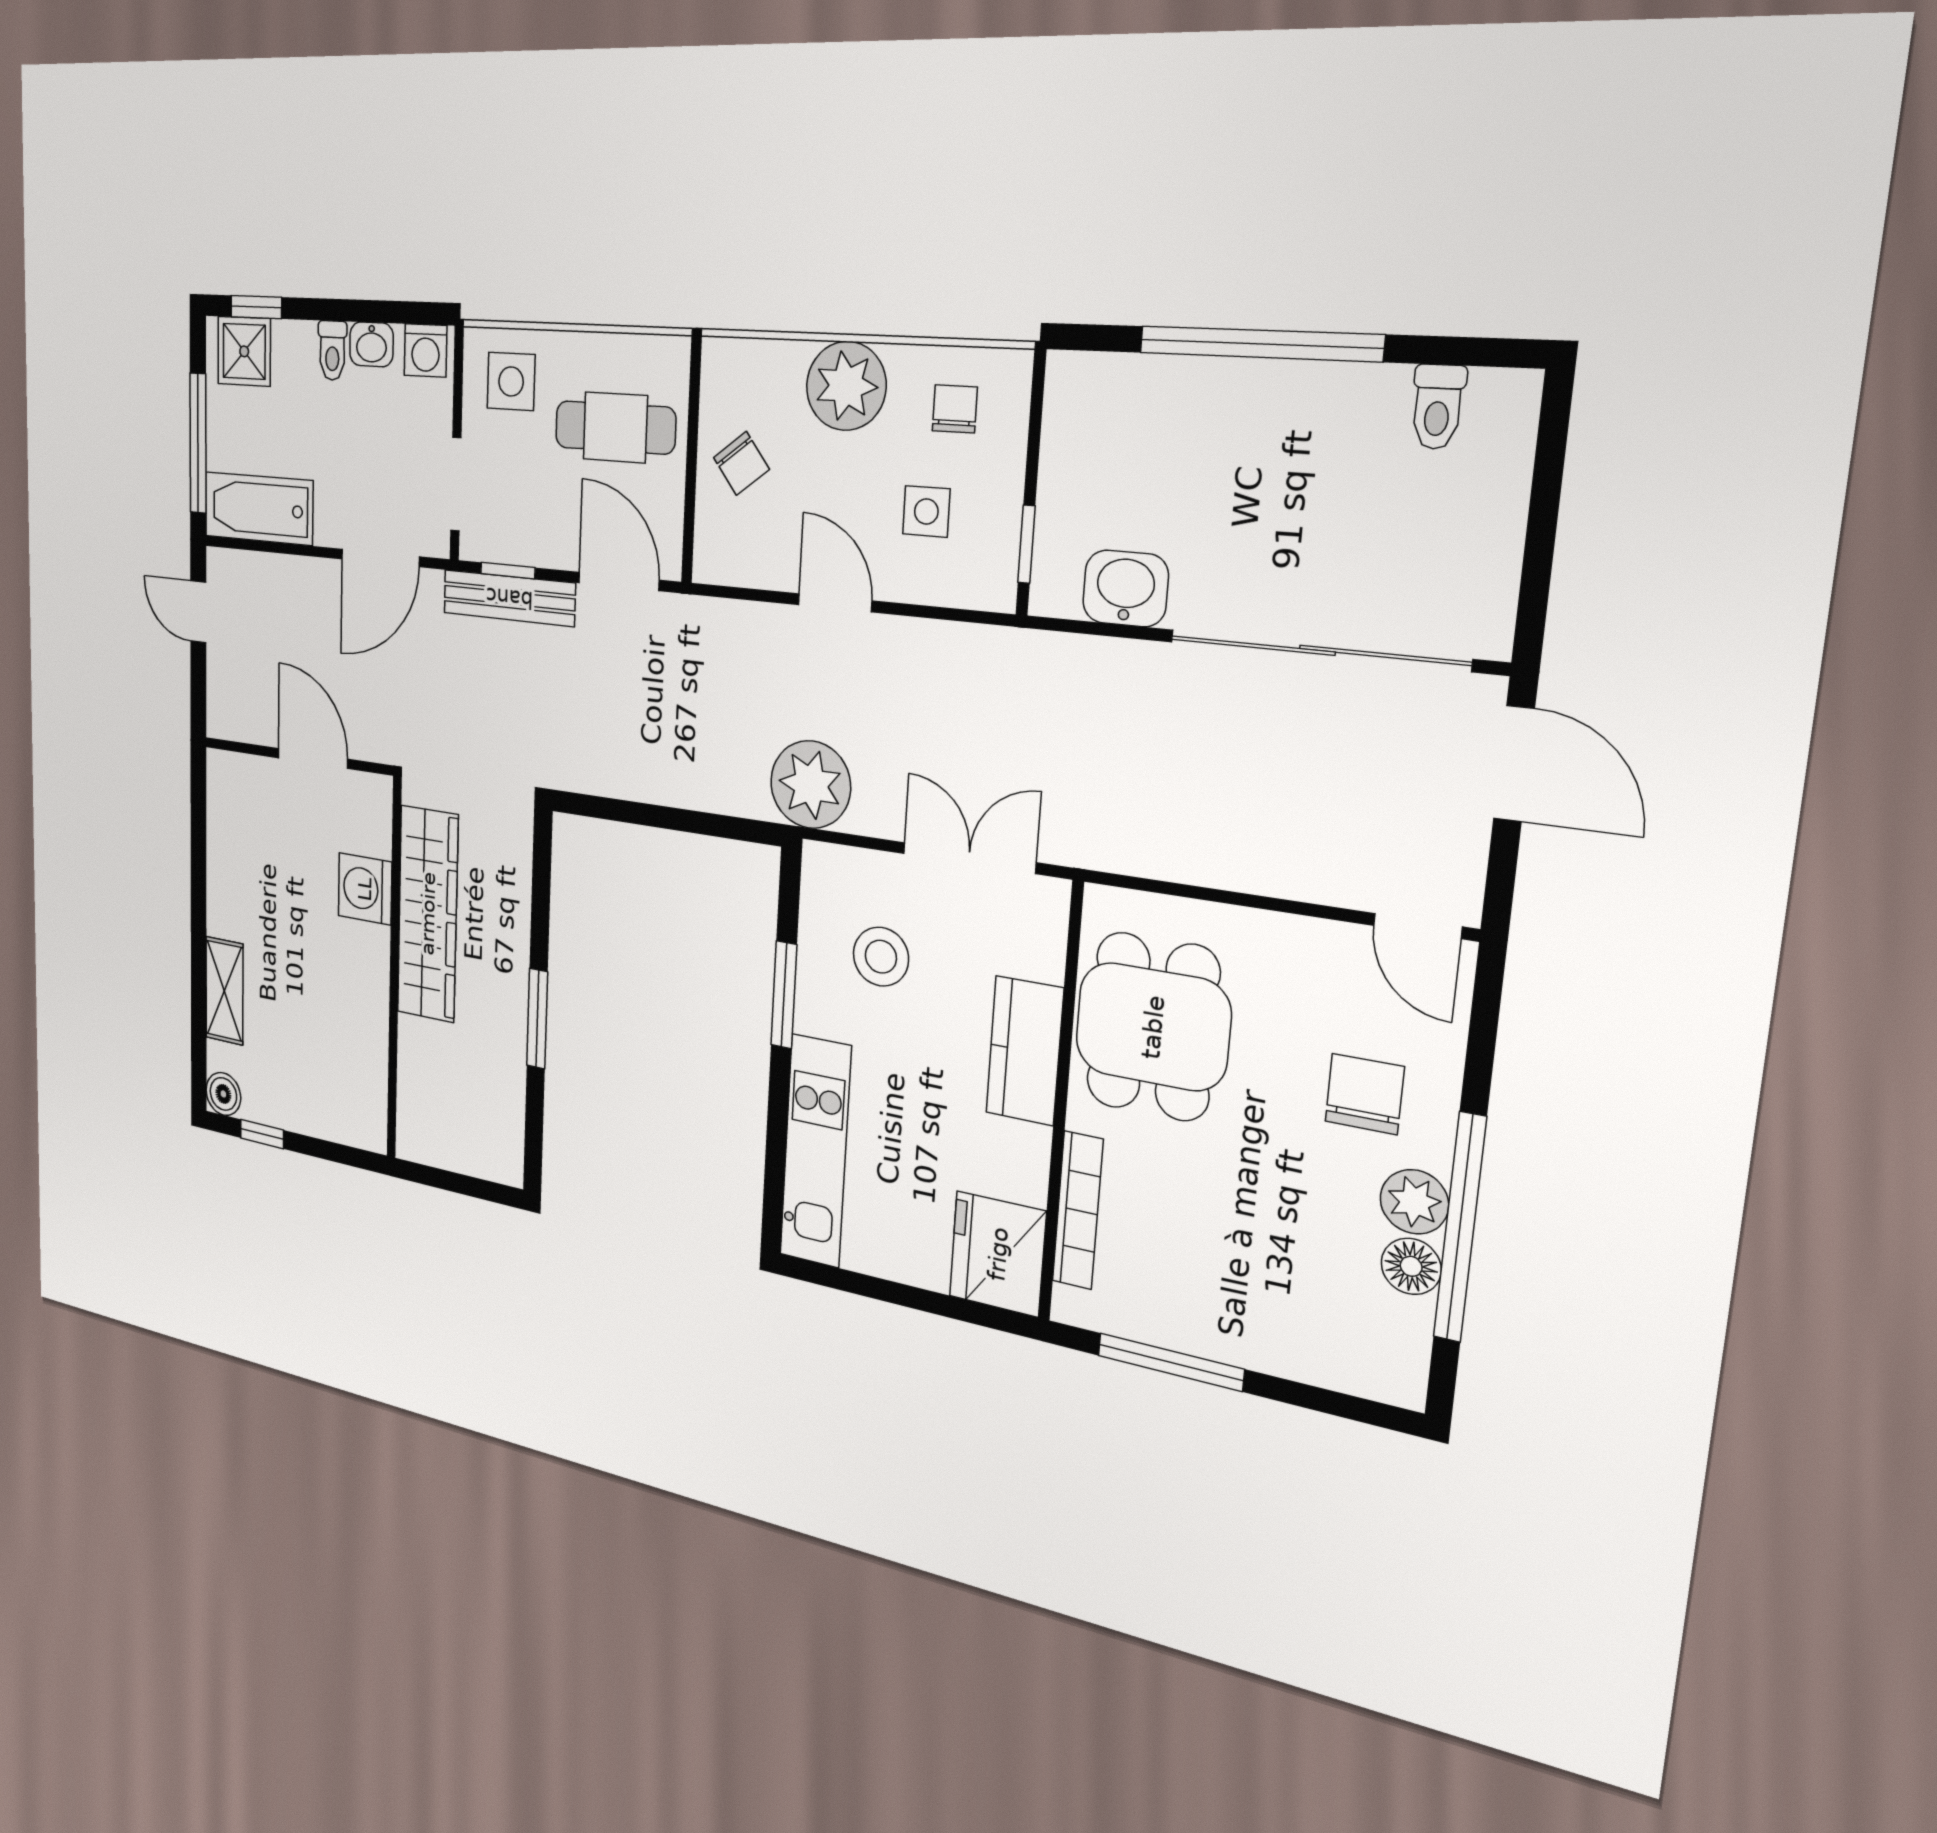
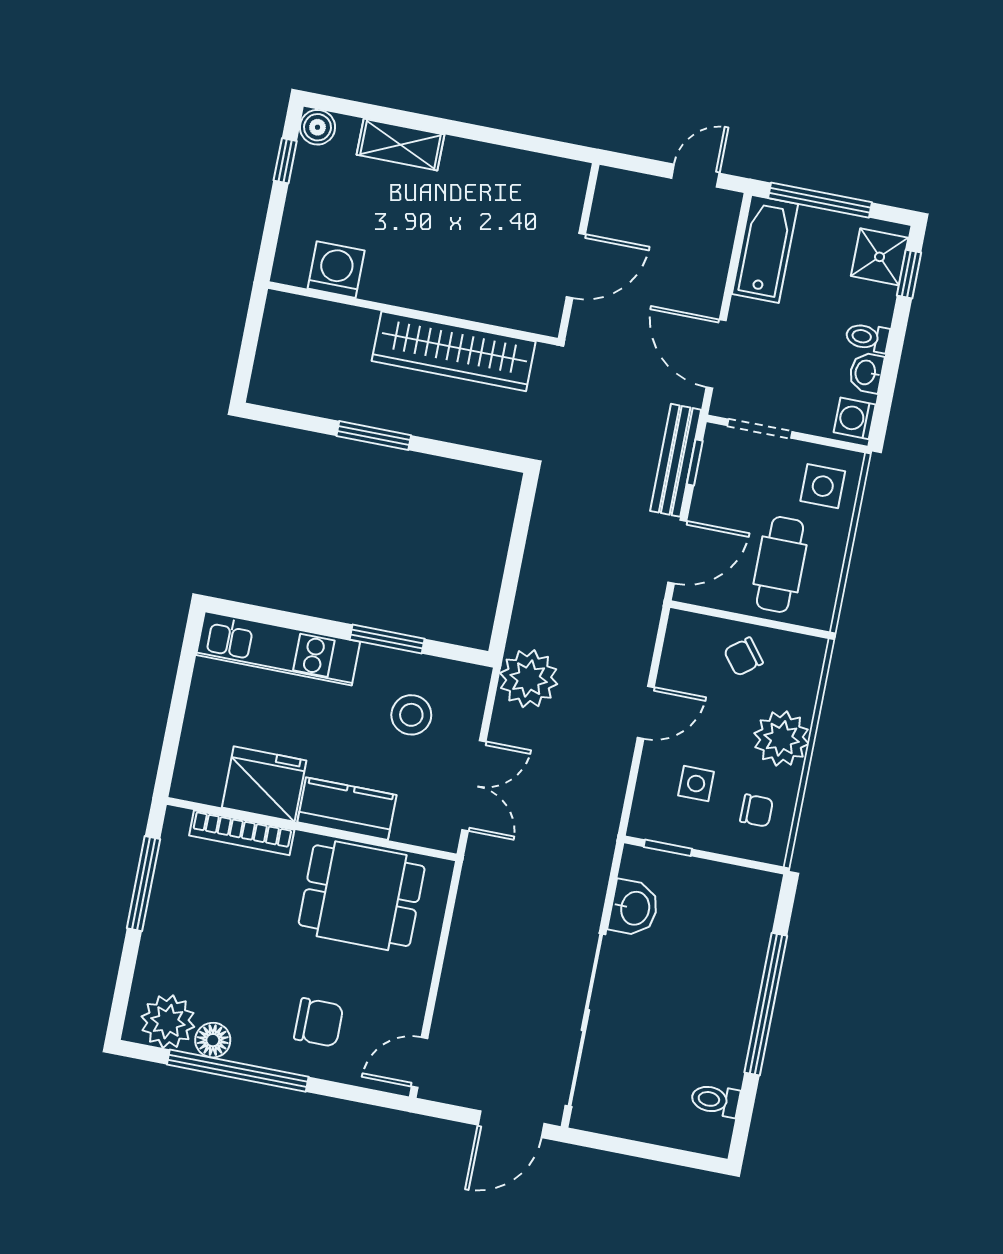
washing machine: (365, 889) -> (336, 270), moved
plant: (1414, 1202) -> (168, 1022), moved, width x1.36, depth x1.36
fridge: (998, 1254) -> (264, 784), moved

